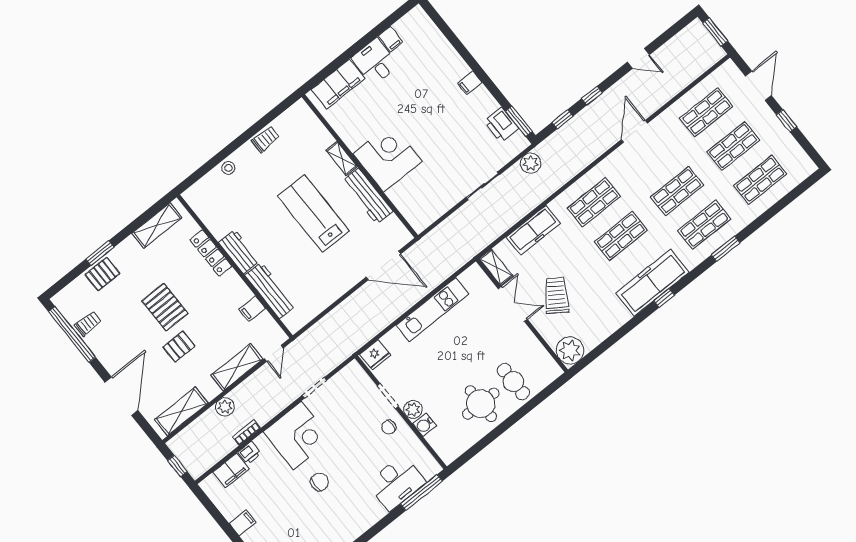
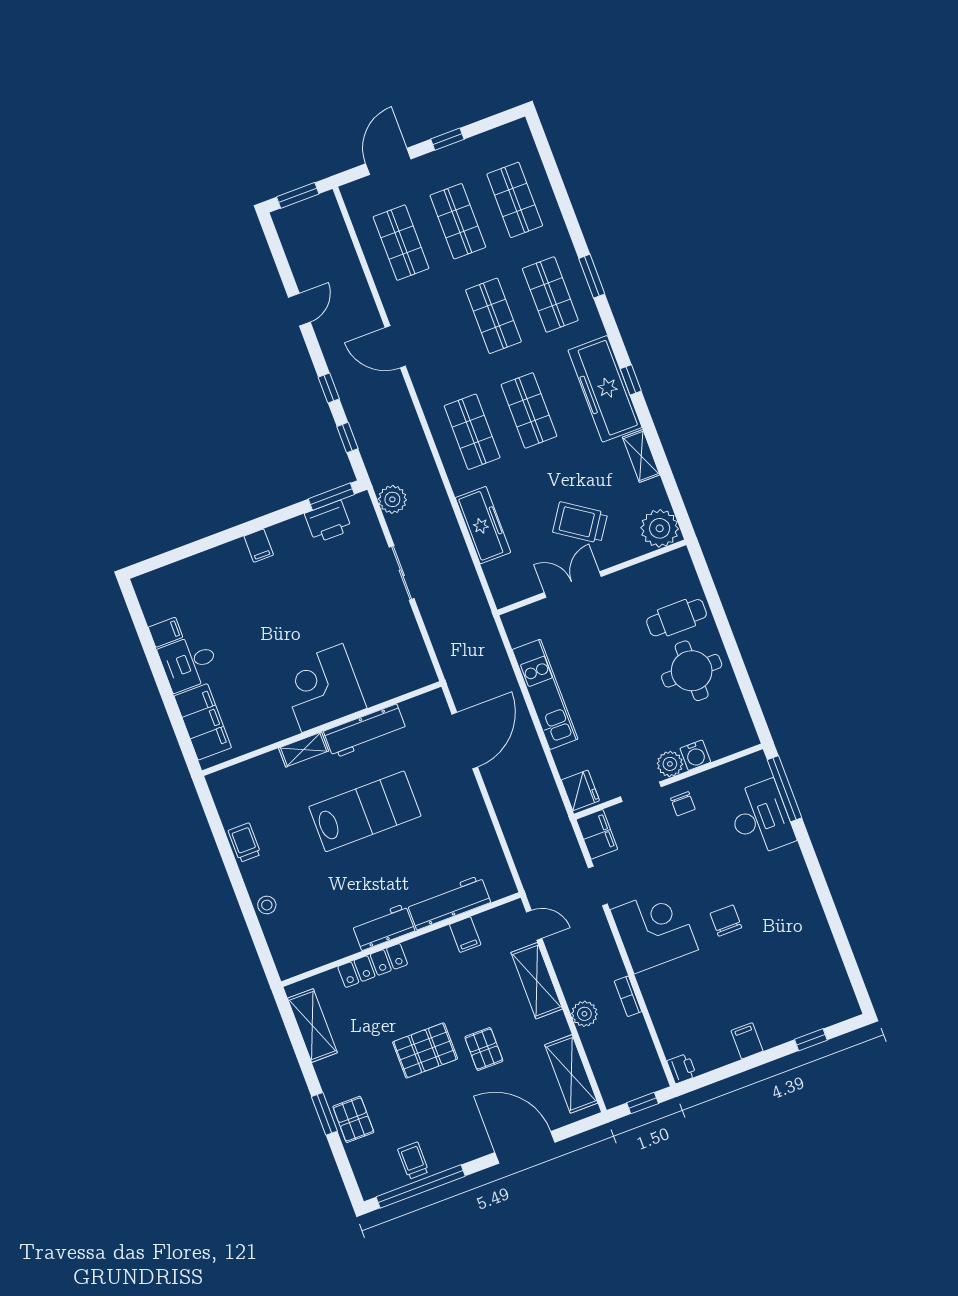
door: (758, 86) -> (388, 161), hinge flipped
lab bench: (313, 214) -> (365, 811), turned 180
shelving: (496, 267) -> (641, 456), moved, turned 90
printer: (249, 453) -> (682, 1068), moved
filing cabinet: (231, 470) -> (597, 834), moved

